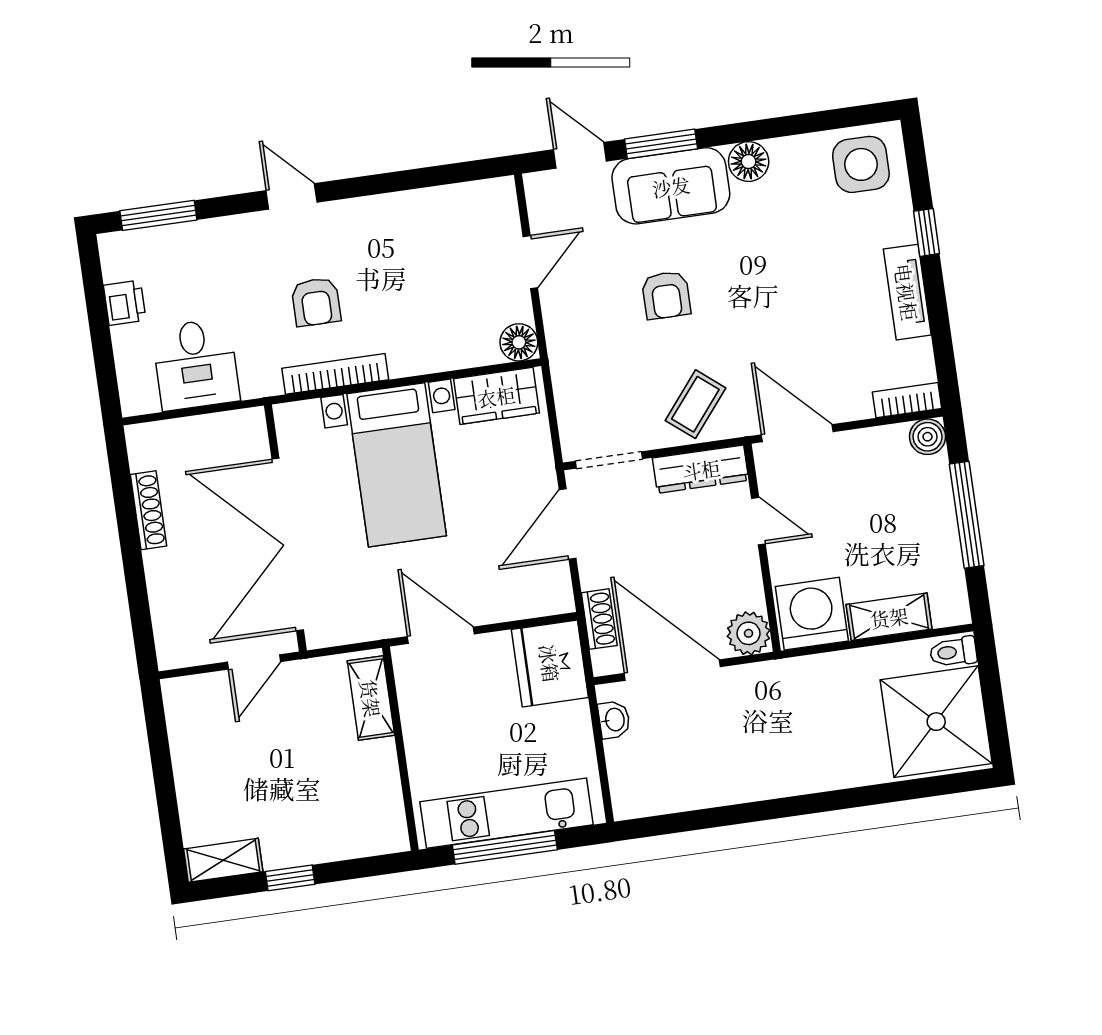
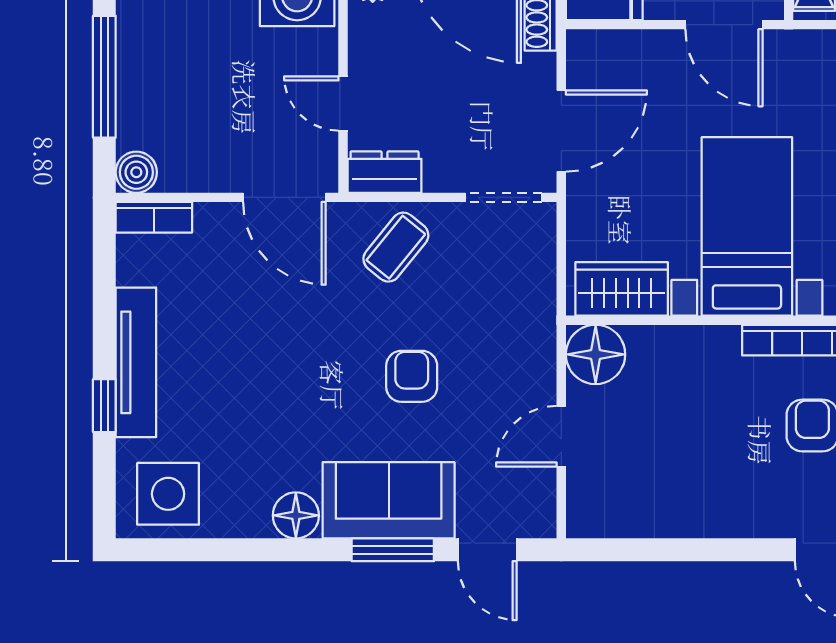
tv unit: (907, 292) -> (136, 362), width x1.41
floor lamp: (519, 342) -> (596, 354), width x1.38, depth x1.38
dresser: (701, 469) -> (385, 172), width x0.70

